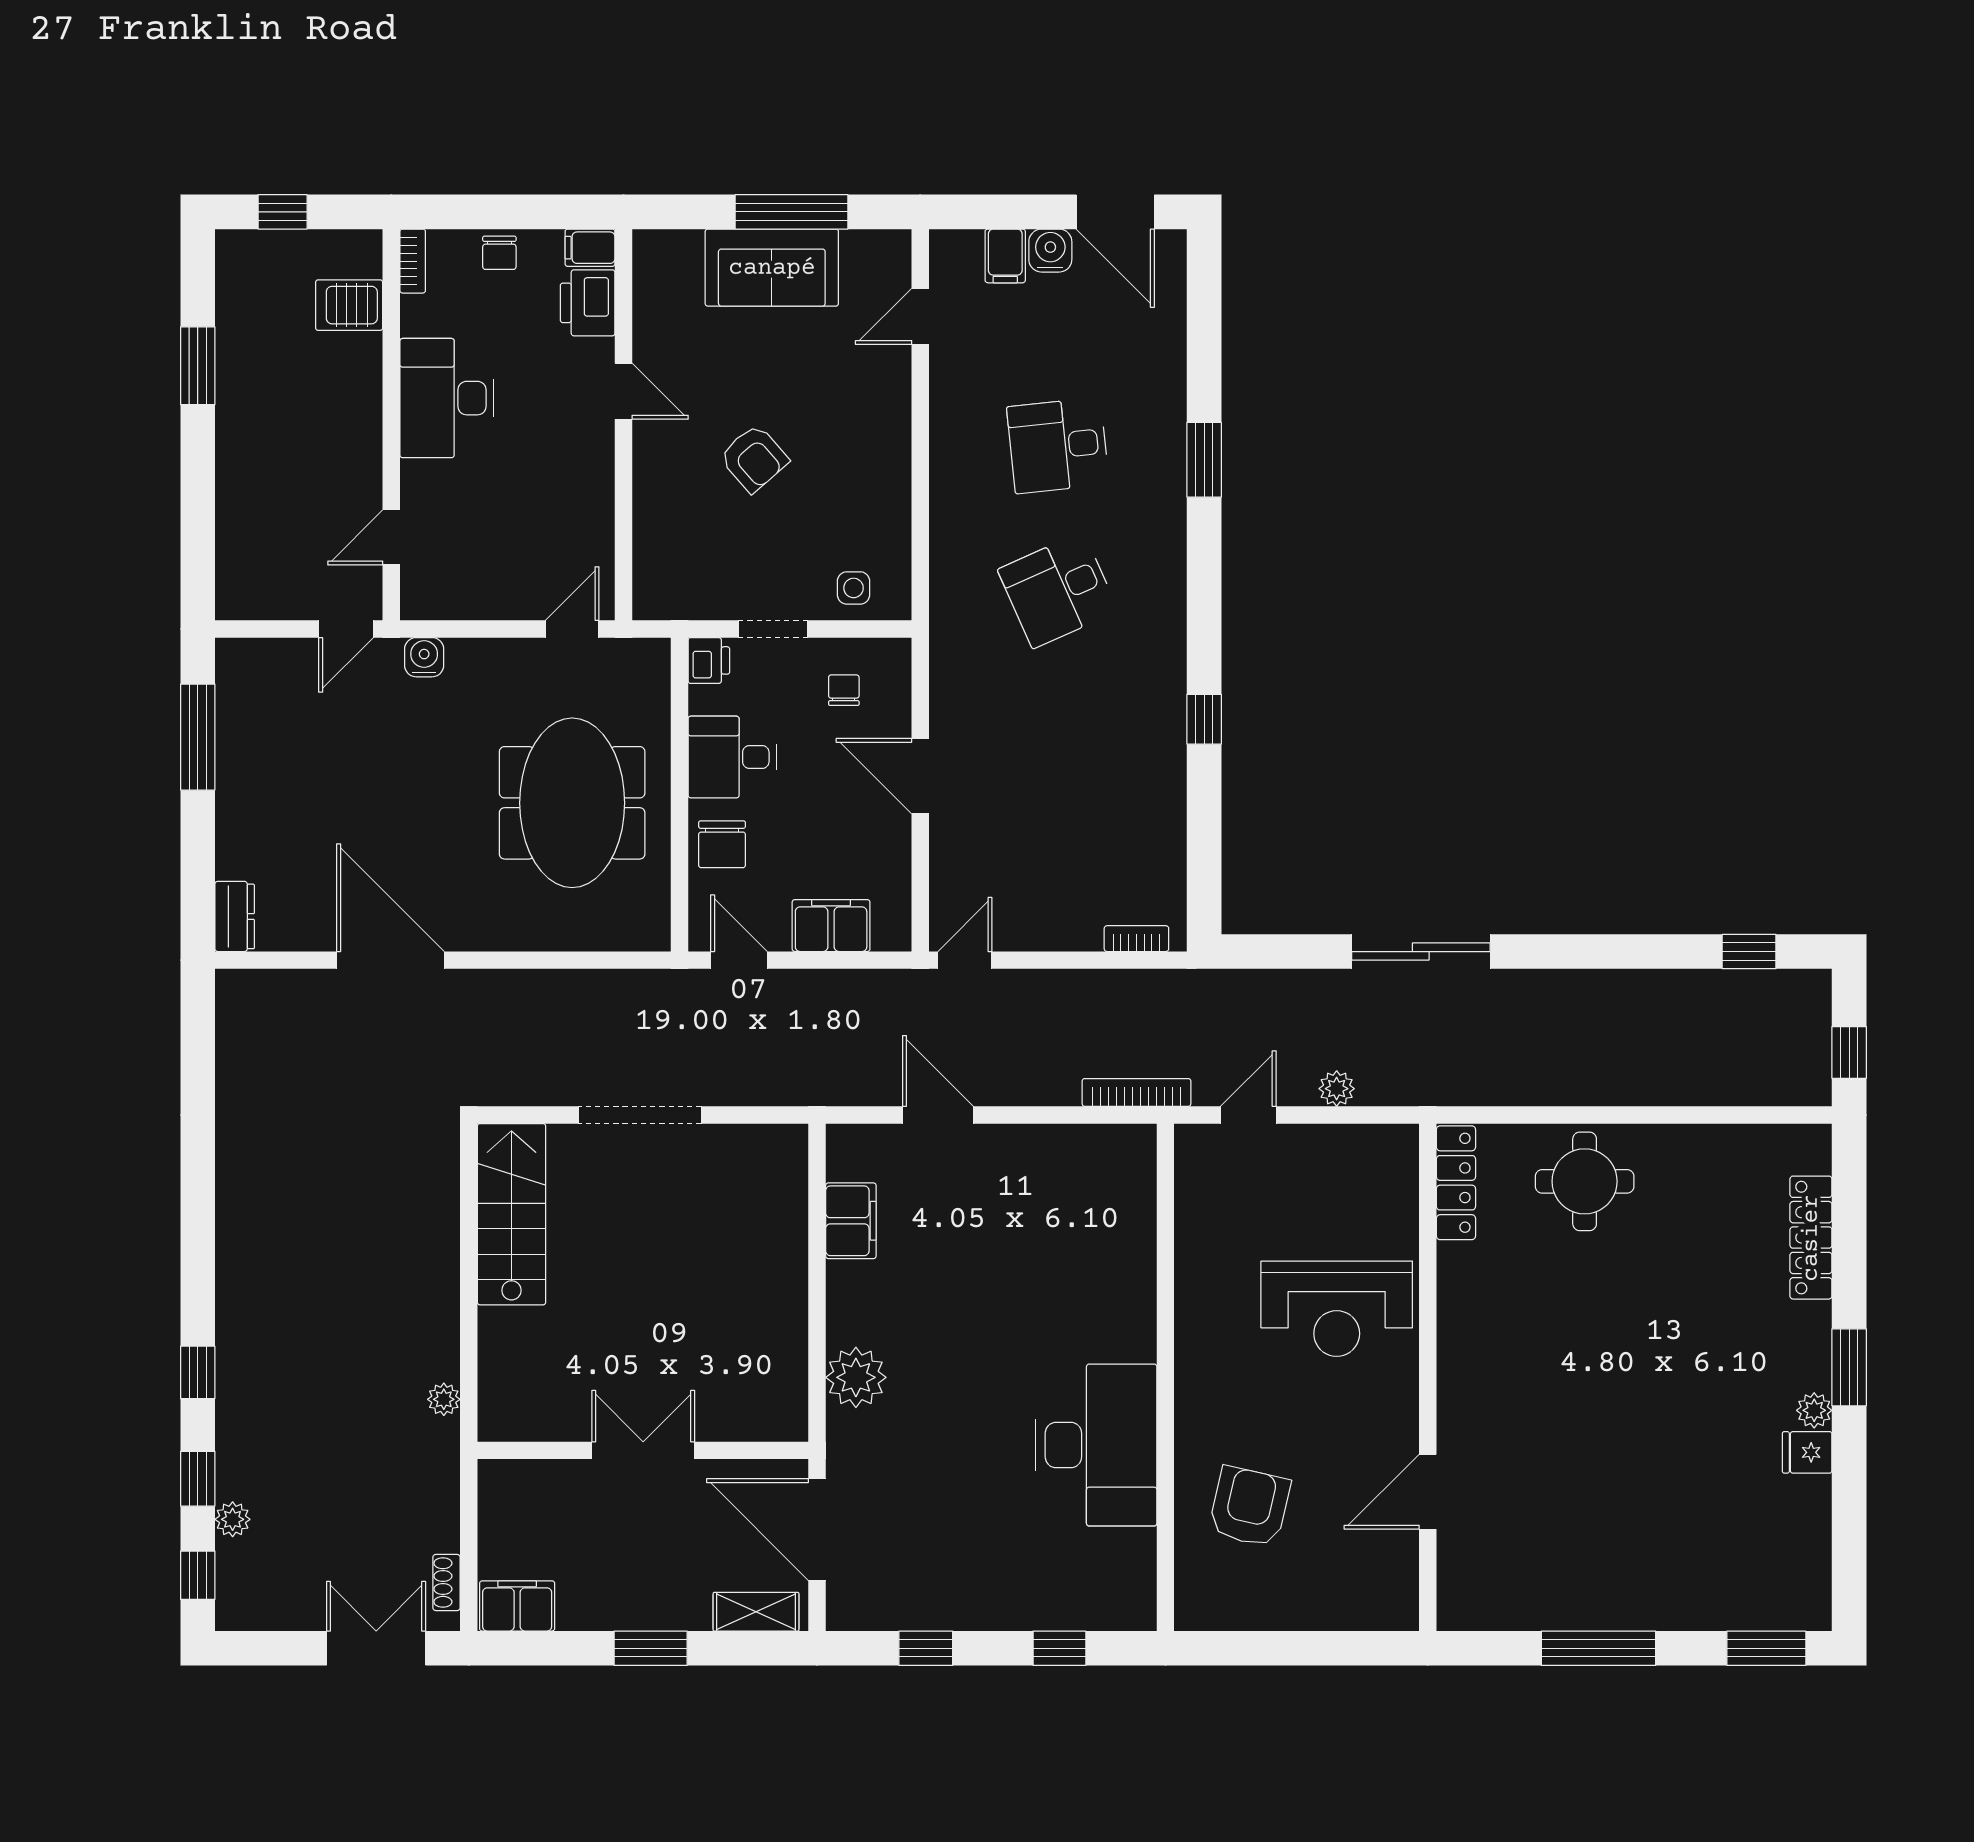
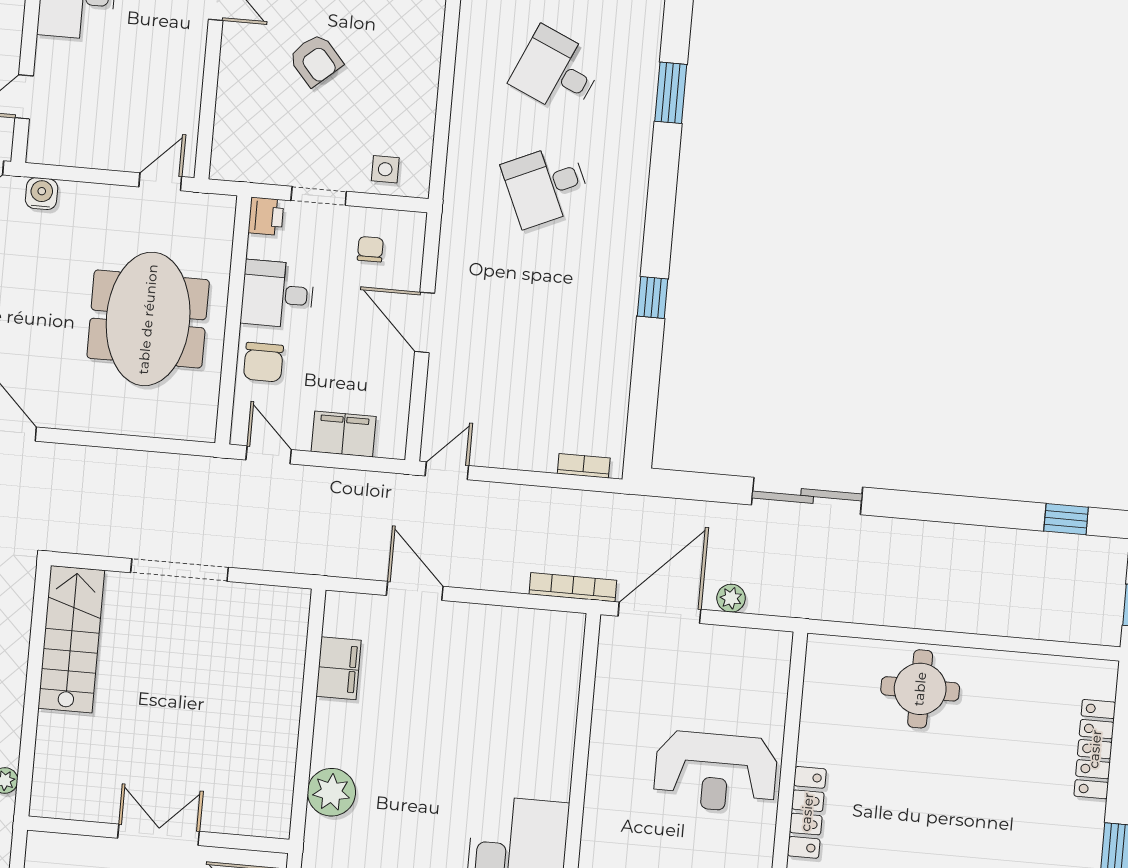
desk: (1058, 446) -> (556, 71), turned 30
door: (1248, 1115) -> (659, 613), width x1.88
locker: (1456, 1183) -> (807, 812), moved

